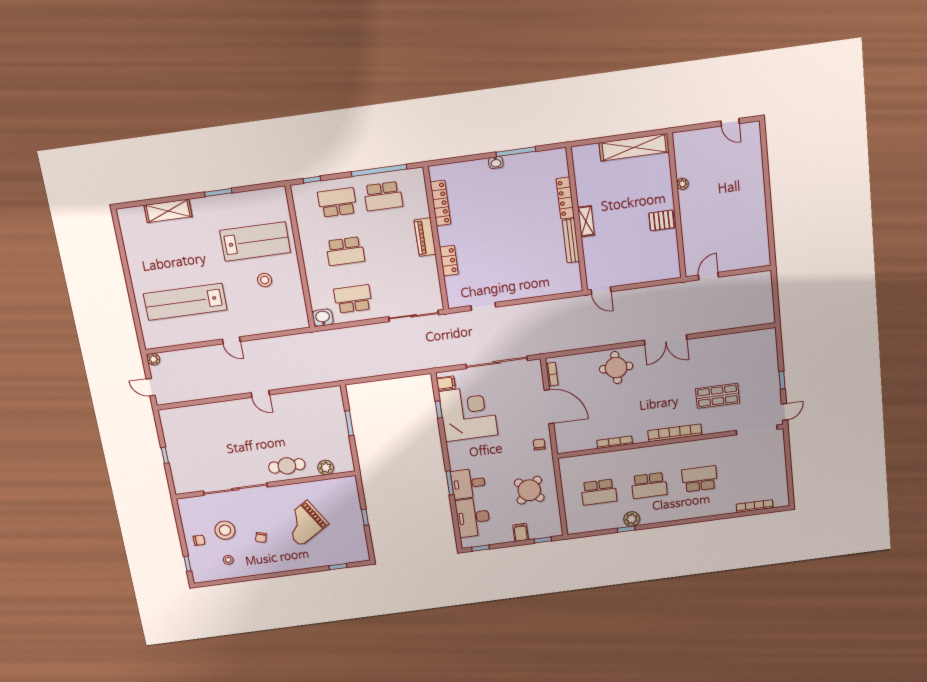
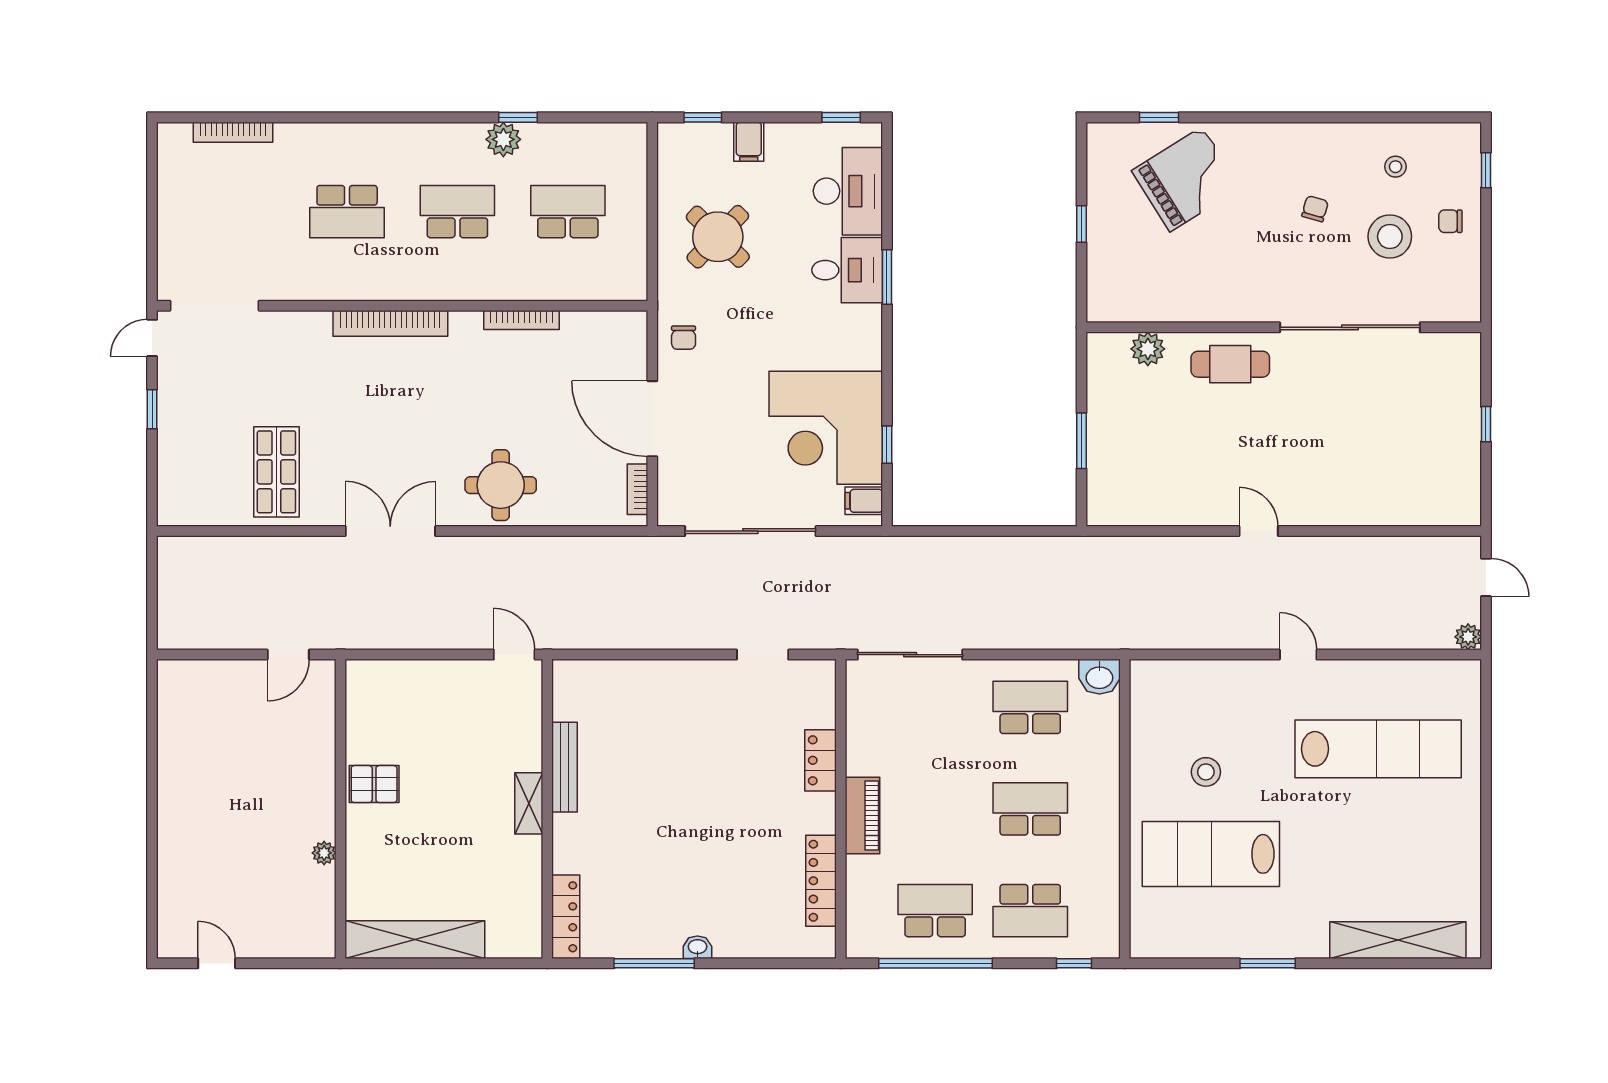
locker: (565, 198) -> (566, 917), moved
shelving: (168, 211) -> (1398, 940), width x1.47
school desk: (353, 299) -> (1030, 707), turned 180
shop shelf: (717, 396) -> (276, 472), moved, turned 90
grand piano: (304, 523) -> (1186, 179), moved

